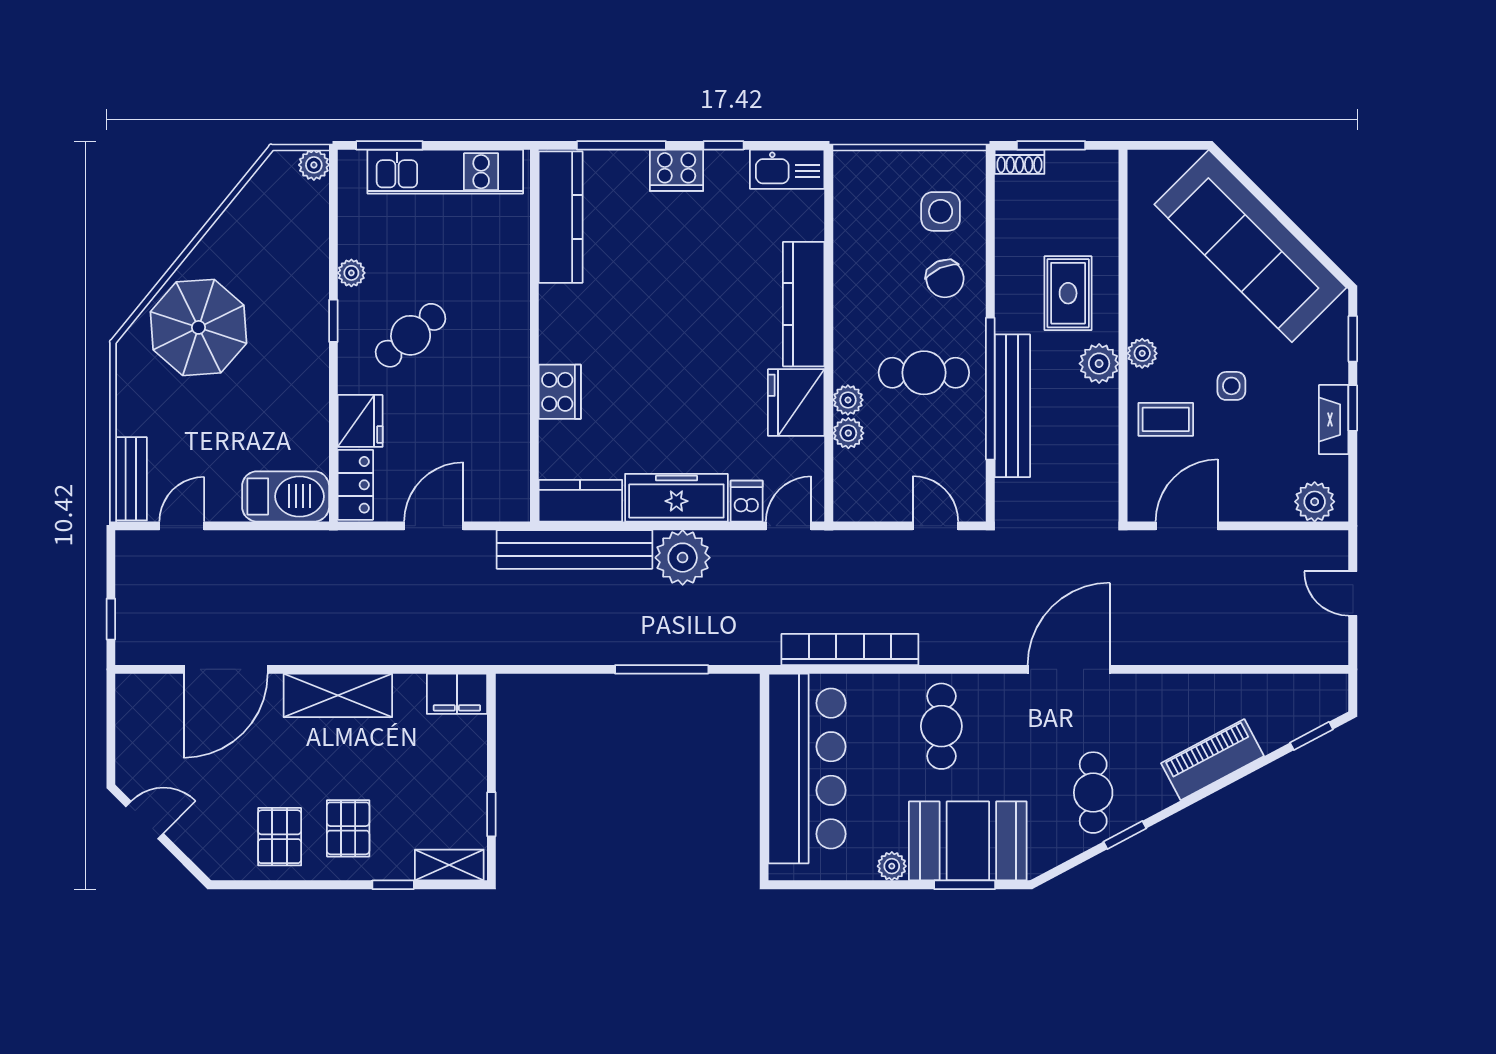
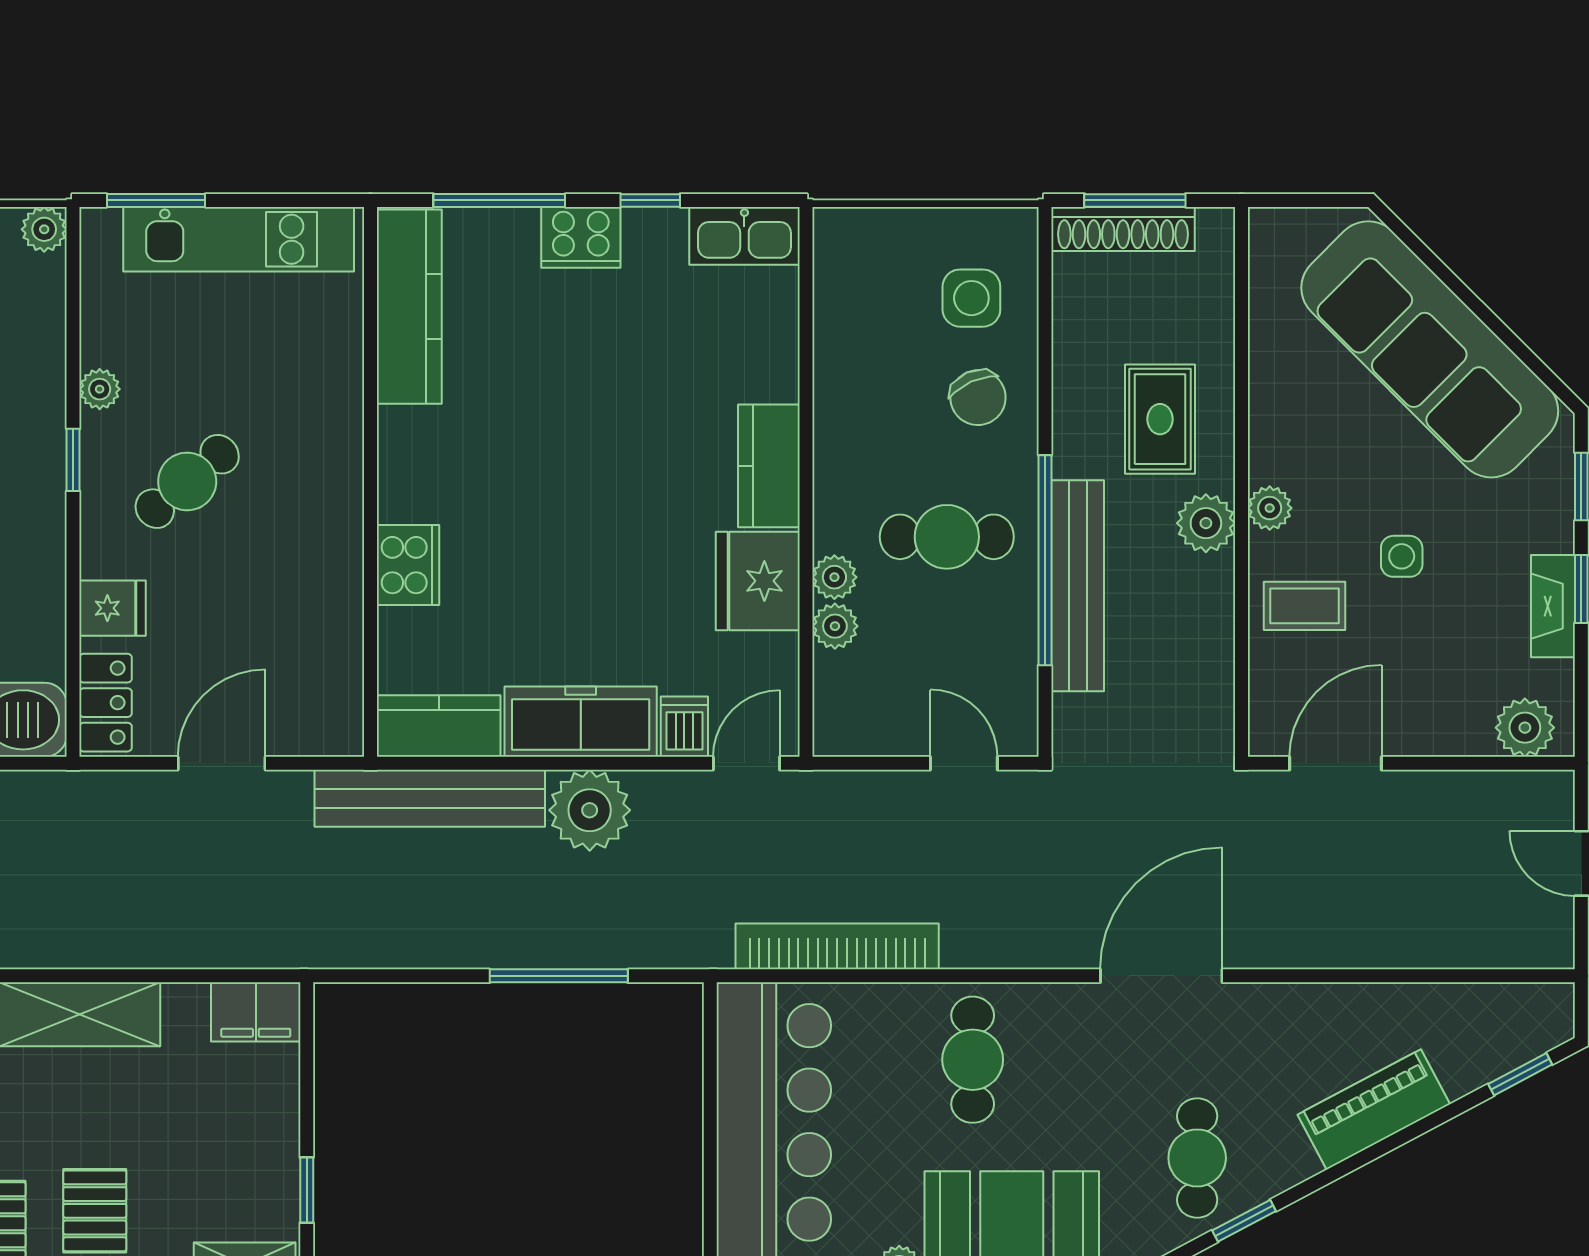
shoe rack: (1019, 162) -> (1123, 229), width x1.94, depth x1.24
kitchen counter: (804, 304) -> (769, 466), width x0.67
fridge: (360, 421) -> (113, 608), width x0.72

